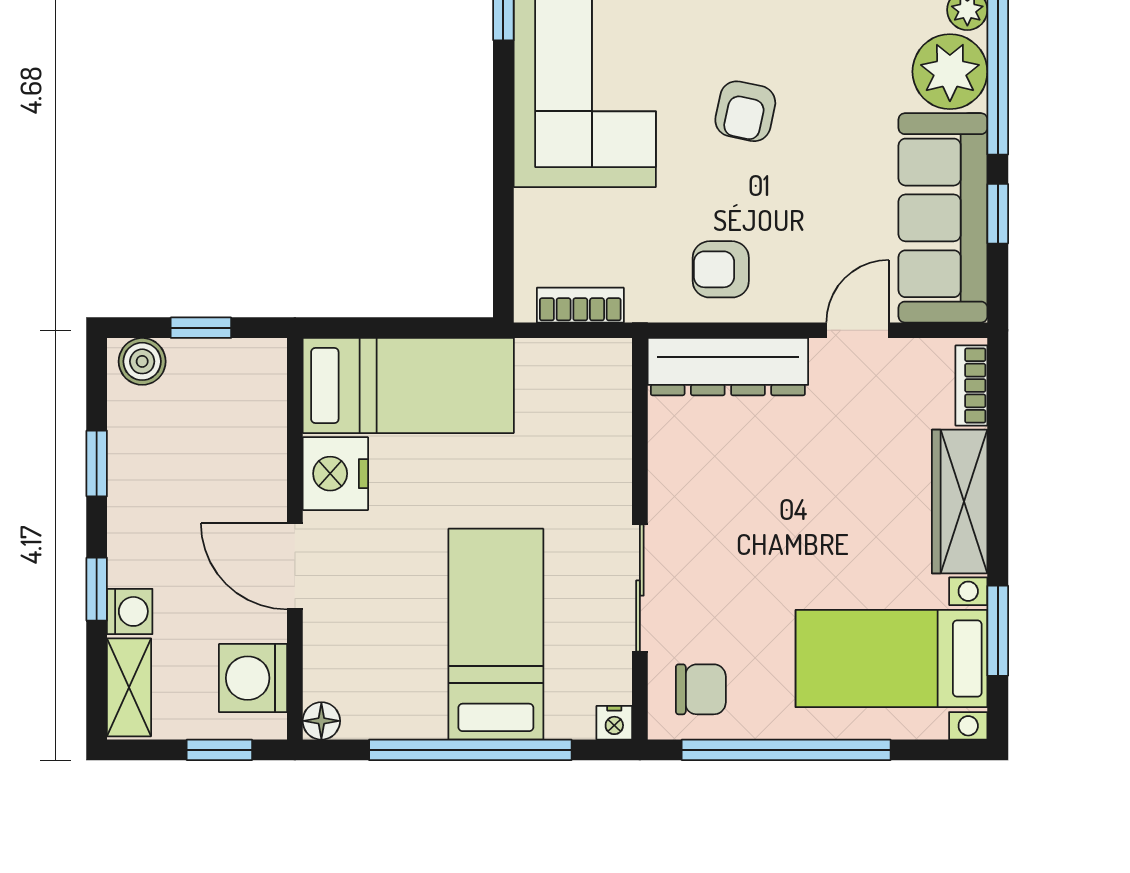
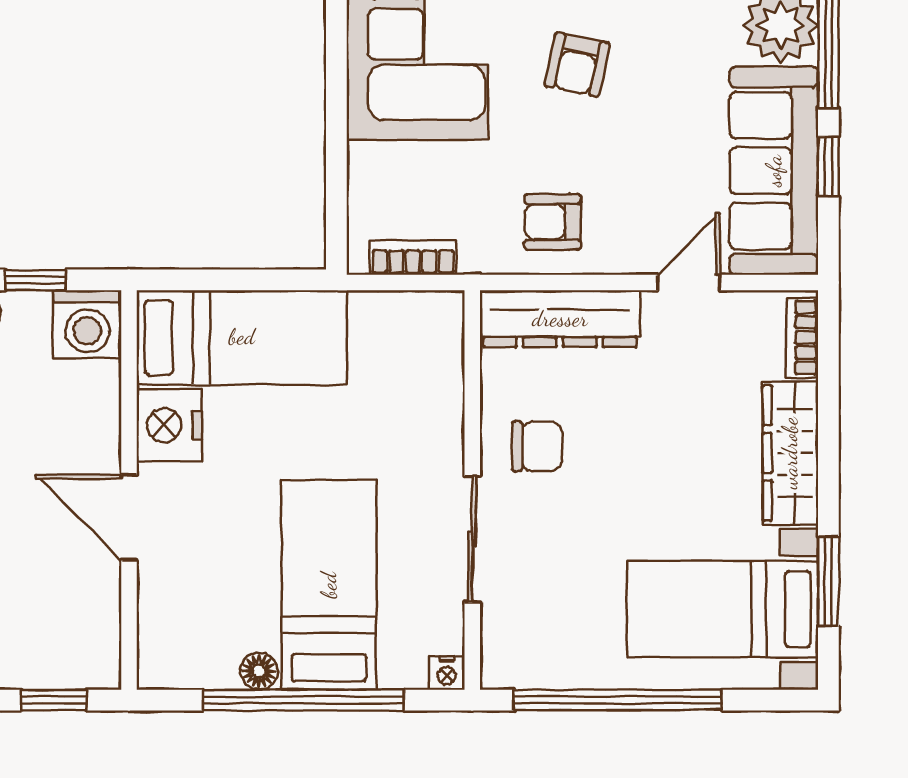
washing machine: (253, 678) -> (87, 324), moved, turned -90
chair: (701, 689) -> (537, 446), moved
floor lamp: (321, 721) -> (259, 671), moved

